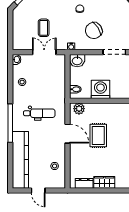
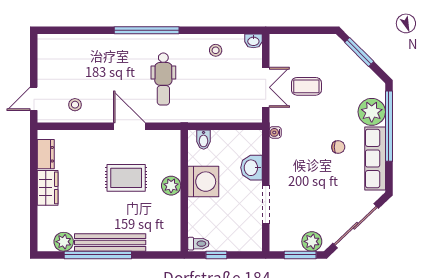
chair: (94, 31) -> (302, 170), removed
washbasin: (77, 61) -> (252, 168), moved
plant: (79, 109) -> (171, 186), moved
door: (68, 134) -> (129, 126), swing flipped
kitchen counter: (20, 160) -> (85, 47), removed
door: (38, 191) -> (34, 99), moved

